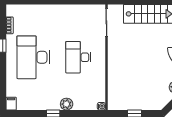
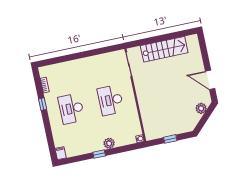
desk: (33, 57) -> (71, 109), width x0.73, depth x0.77

